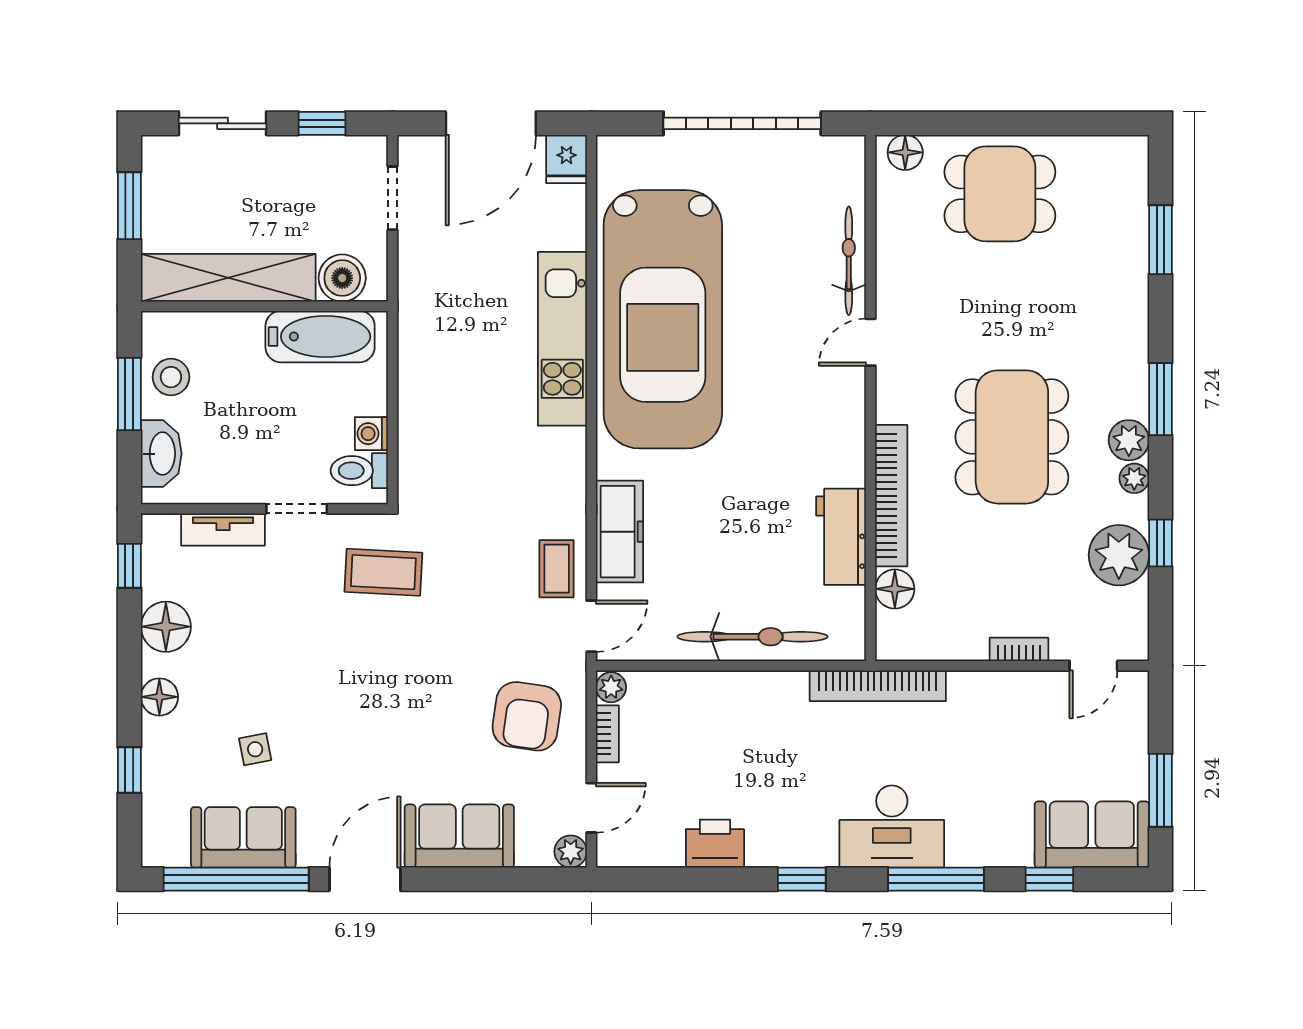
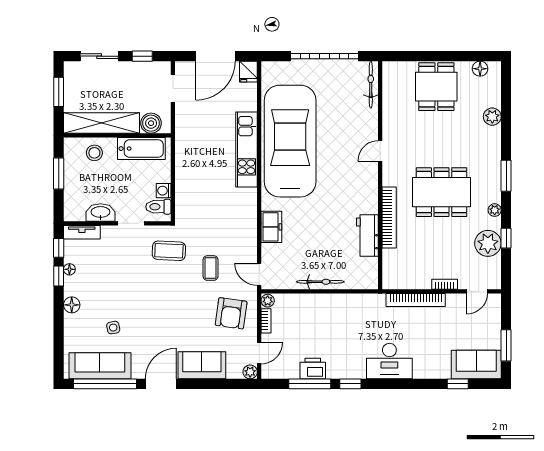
floor lamp: (905, 152) -> (480, 69), moved
dining table: (1000, 194) -> (436, 87), turned 90
window: (1161, 240) -> (506, 107), removed
bicycle: (849, 261) -> (371, 85), moved
car: (663, 319) -> (290, 141), turned 180
stool: (171, 377) -> (94, 153), moved
dining table: (1012, 437) -> (442, 192), turned 90
plant: (1129, 440) -> (492, 117), moved
washbasin: (161, 454) -> (100, 212), moved, turned -90
tv unit: (223, 530) -> (82, 232), moved
freezer: (620, 532) -> (271, 227), width x0.71
coffee table: (557, 569) -> (211, 268), moved
floor lamp: (895, 589) -> (391, 258), removed
door: (591, 626) -> (259, 274), swing flipped
floor lamp: (166, 627) -> (69, 269), width x0.53, depth x0.53
bicycle: (752, 637) -> (320, 282), width x0.73, depth x0.71
bookcase: (878, 686) -> (416, 300), moved
window: (129, 770) -> (59, 276), moved
sofa: (243, 837) -> (100, 366), width x1.36
window: (936, 879) -> (310, 384), moved

